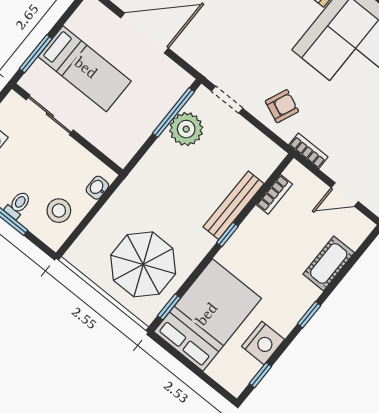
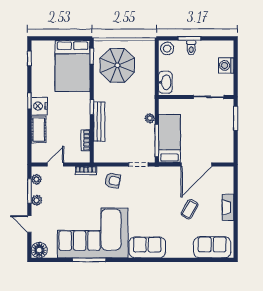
bed: (85, 69) -> (169, 138), moved, turned 90
armchair: (282, 106) -> (113, 180), turned -103
plant: (186, 129) -> (150, 118), moved, width x0.53, depth x0.53
washbasin: (97, 188) -> (165, 82), width x1.91, depth x1.45
stool: (59, 211) -> (167, 49), moved
nightstand: (263, 343) -> (39, 106), moved

